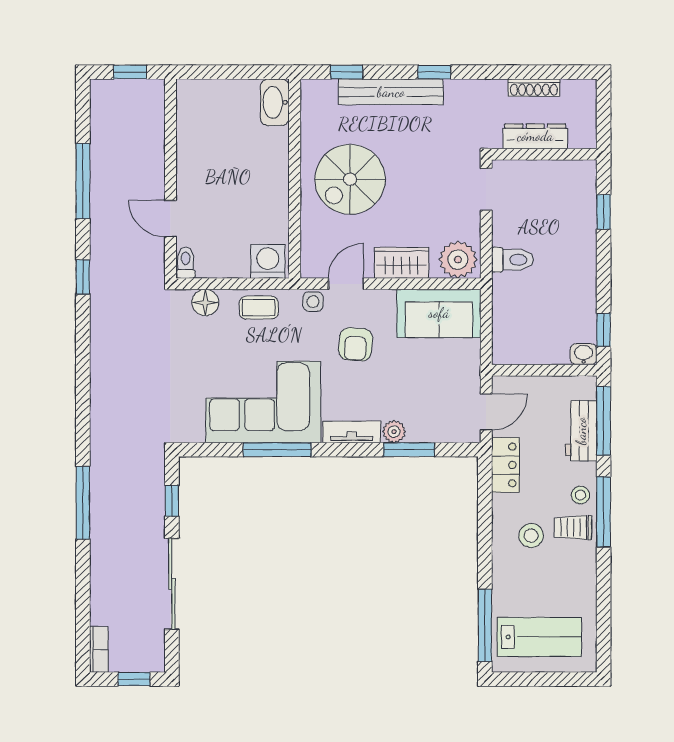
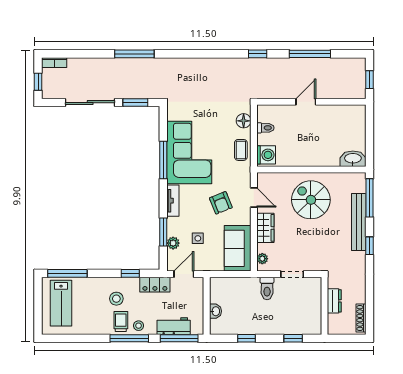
window: (347, 72) -> (369, 198), width x2.17
shoe rack: (534, 88) -> (361, 318), moved
dresser: (535, 136) -> (334, 301), width x0.70
doorway: (486, 189) -> (292, 274), moved
door: (171, 219) -> (306, 102), moved
plant: (458, 260) -> (262, 259), width x0.53, depth x0.53
toilet: (186, 263) -> (265, 128), moved
side table: (313, 302) -> (198, 238), moved
window: (604, 330) -> (246, 338), moved
armchair: (356, 344) -> (221, 203), turned -116
washbasin: (584, 354) -> (215, 311), moved
door: (486, 412) -> (184, 274), swing flipped
plant: (394, 432) -> (173, 243), moved
window: (172, 501) -> (135, 103), width x1.50
window: (485, 510) -> (130, 273), added

